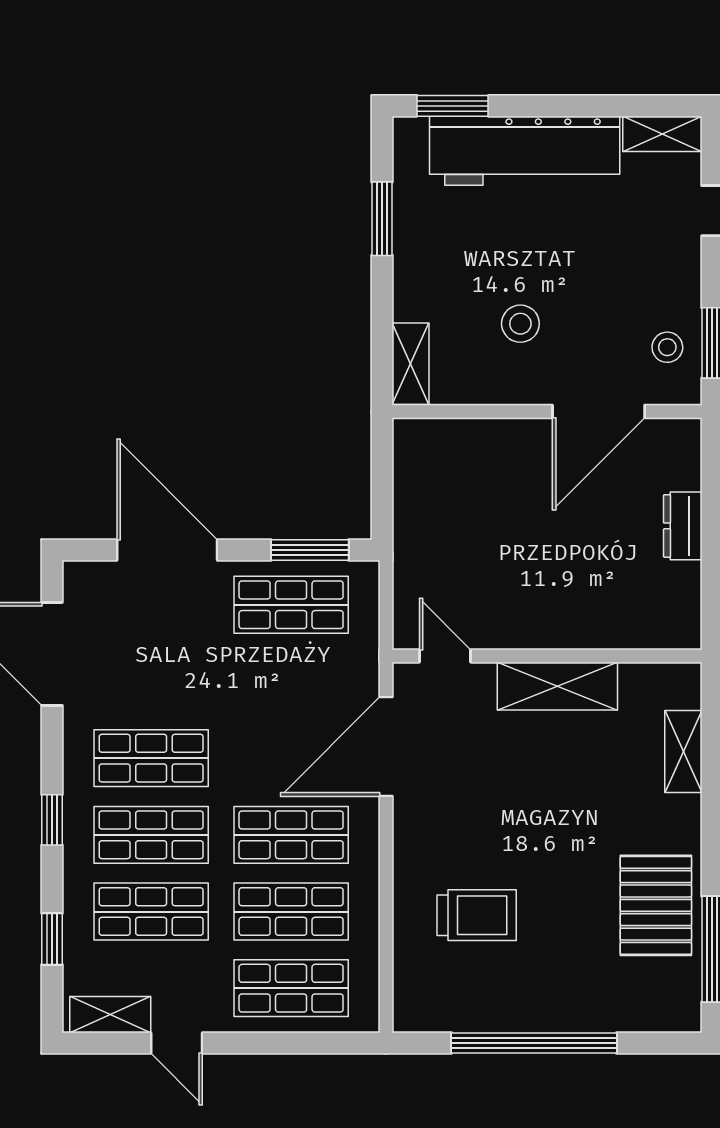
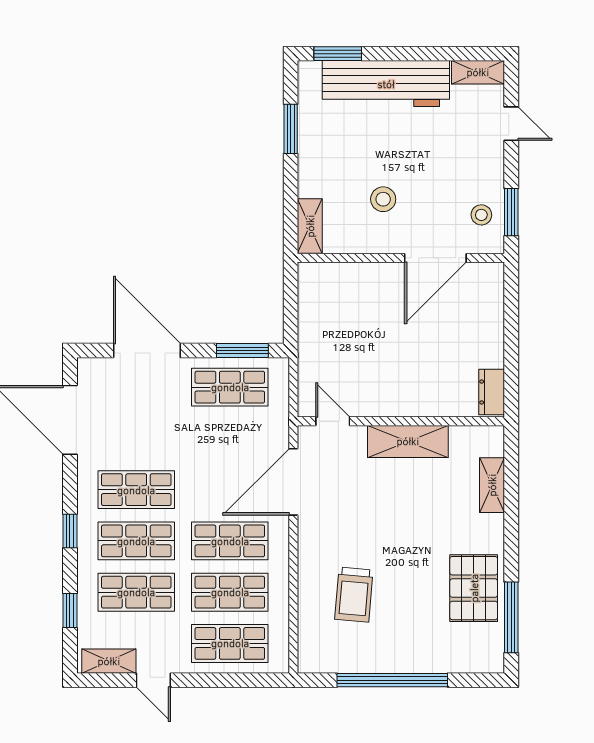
dresser: (683, 526) -> (492, 392), moved
trolley: (477, 915) -> (354, 595), turned 95

